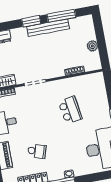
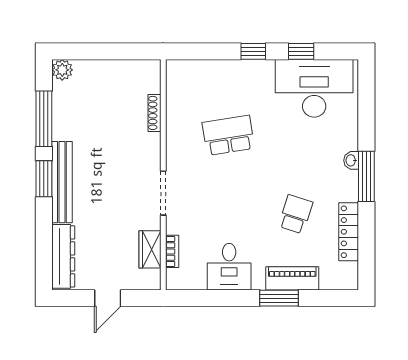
bench: (48, 28) -> (62, 182), moved
plant: (92, 46) -> (62, 70), moved

